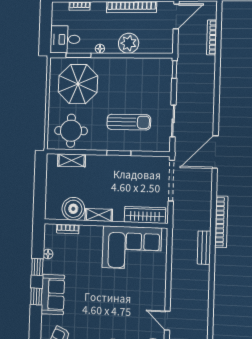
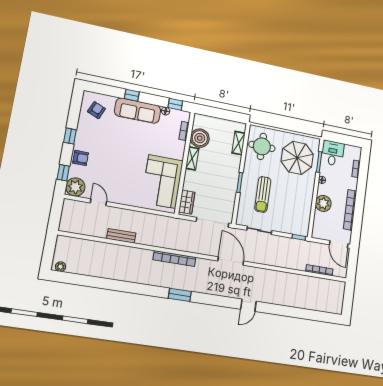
wardrobe: (145, 215) -> (187, 202), width x0.67
bench: (204, 248) -> (121, 236), moved
window: (37, 267) -> (175, 104), moved
sofa: (53, 294) -> (138, 111), width x1.36
door: (167, 321) -> (98, 202), hinge flipped

